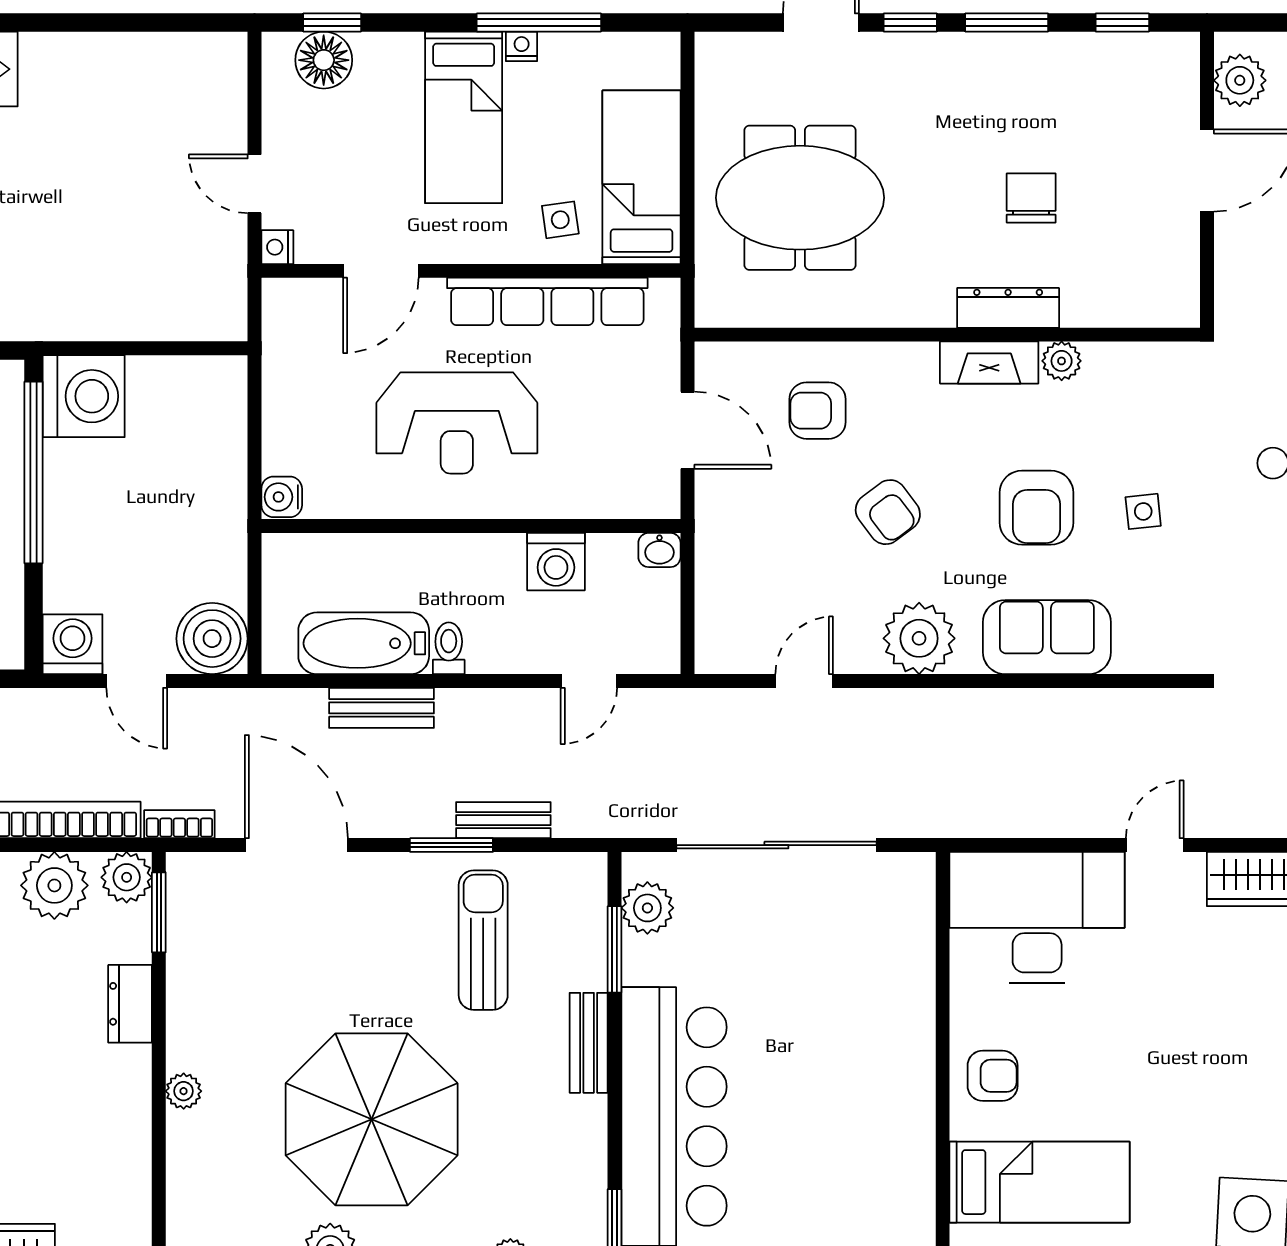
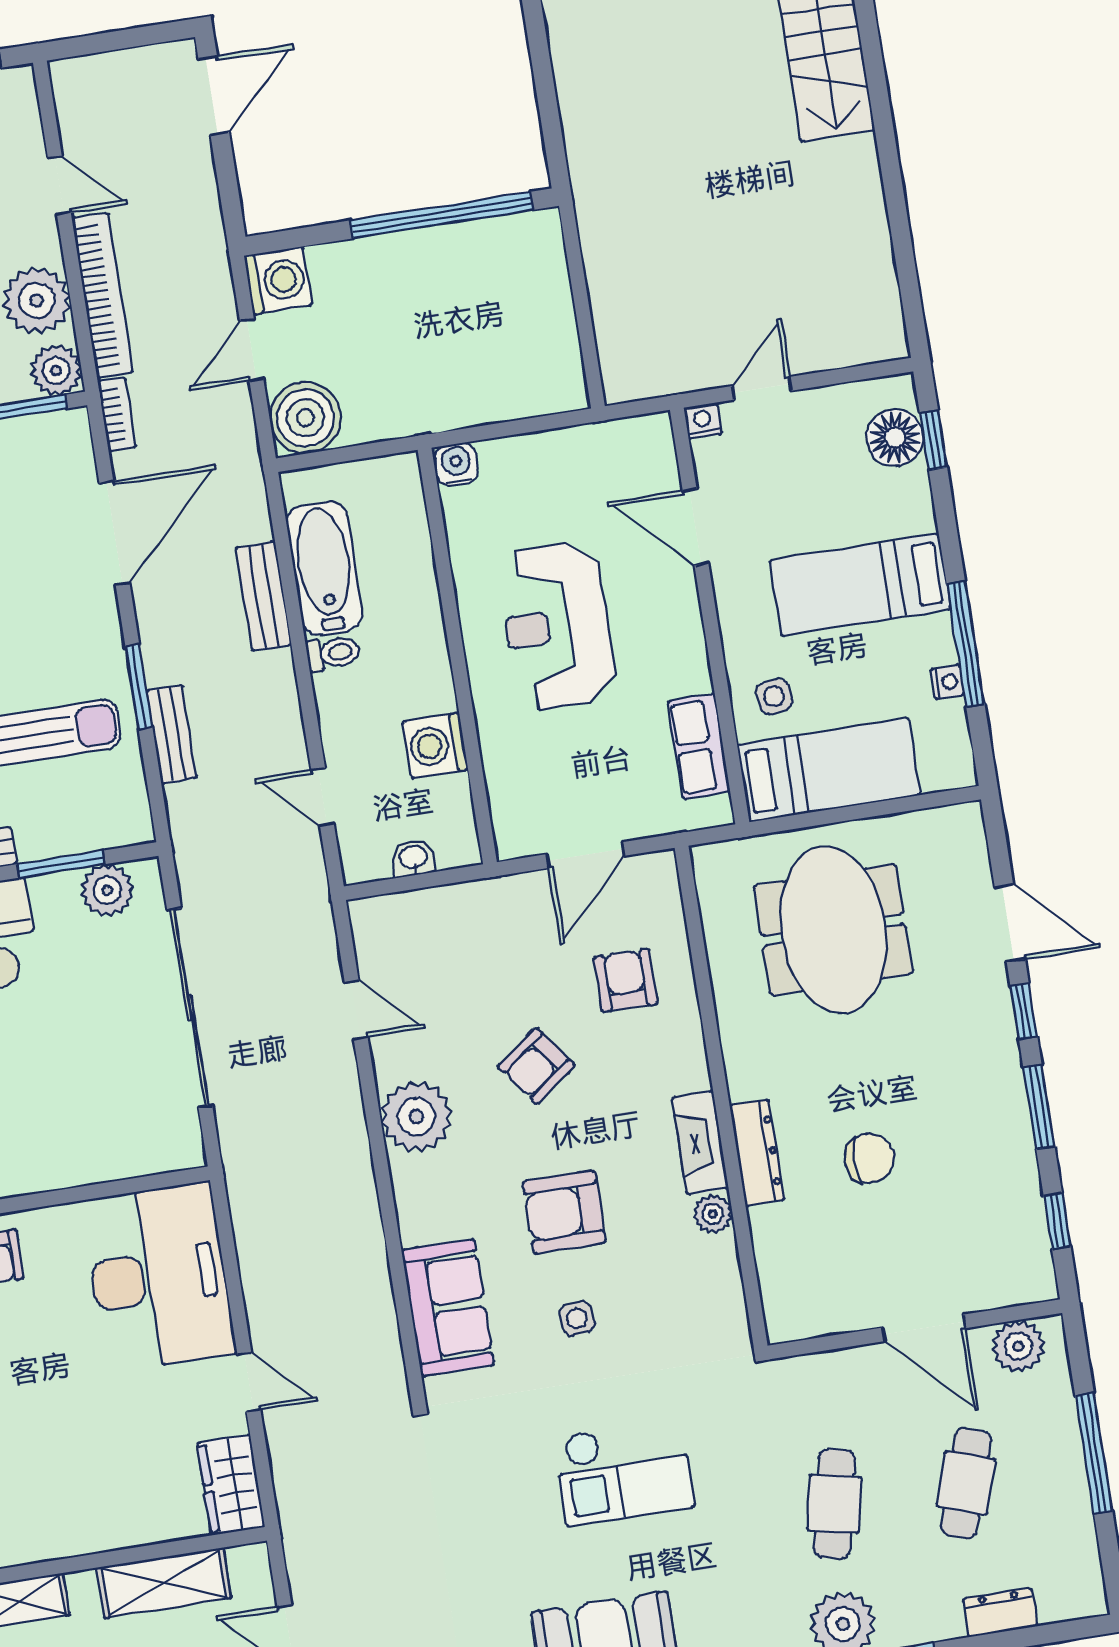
nightstand: (522, 46) -> (947, 682), moved
row of seats: (547, 301) -> (699, 746), width x0.50
washing machine: (84, 396) -> (525, 253), removed
washbasin: (659, 550) -> (413, 858), moved, turned 90
sofa: (1047, 637) -> (448, 1308), moved

